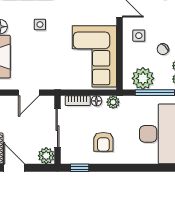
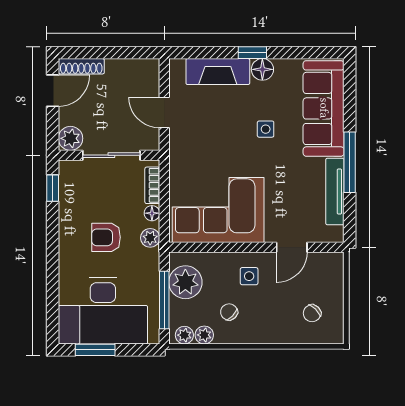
armchair: (103, 142) -> (106, 237), moved

